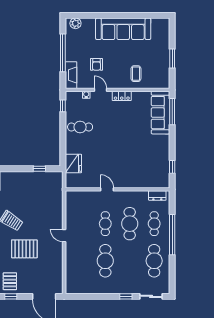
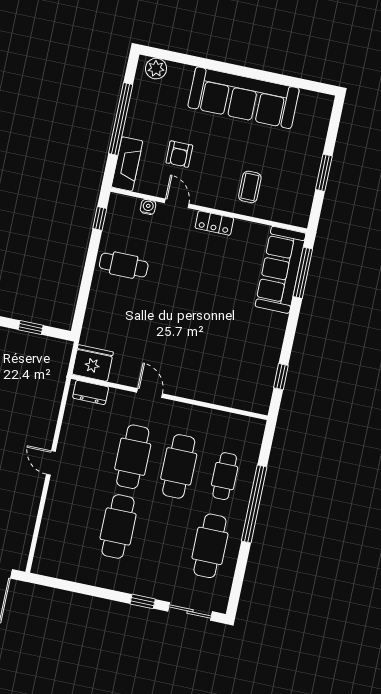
fridge: (73, 163) -> (93, 363), moved, turned -90
dresser: (157, 195) -> (91, 392), moved
cafe table: (105, 224) -> (133, 457), width x1.37, depth x1.35

